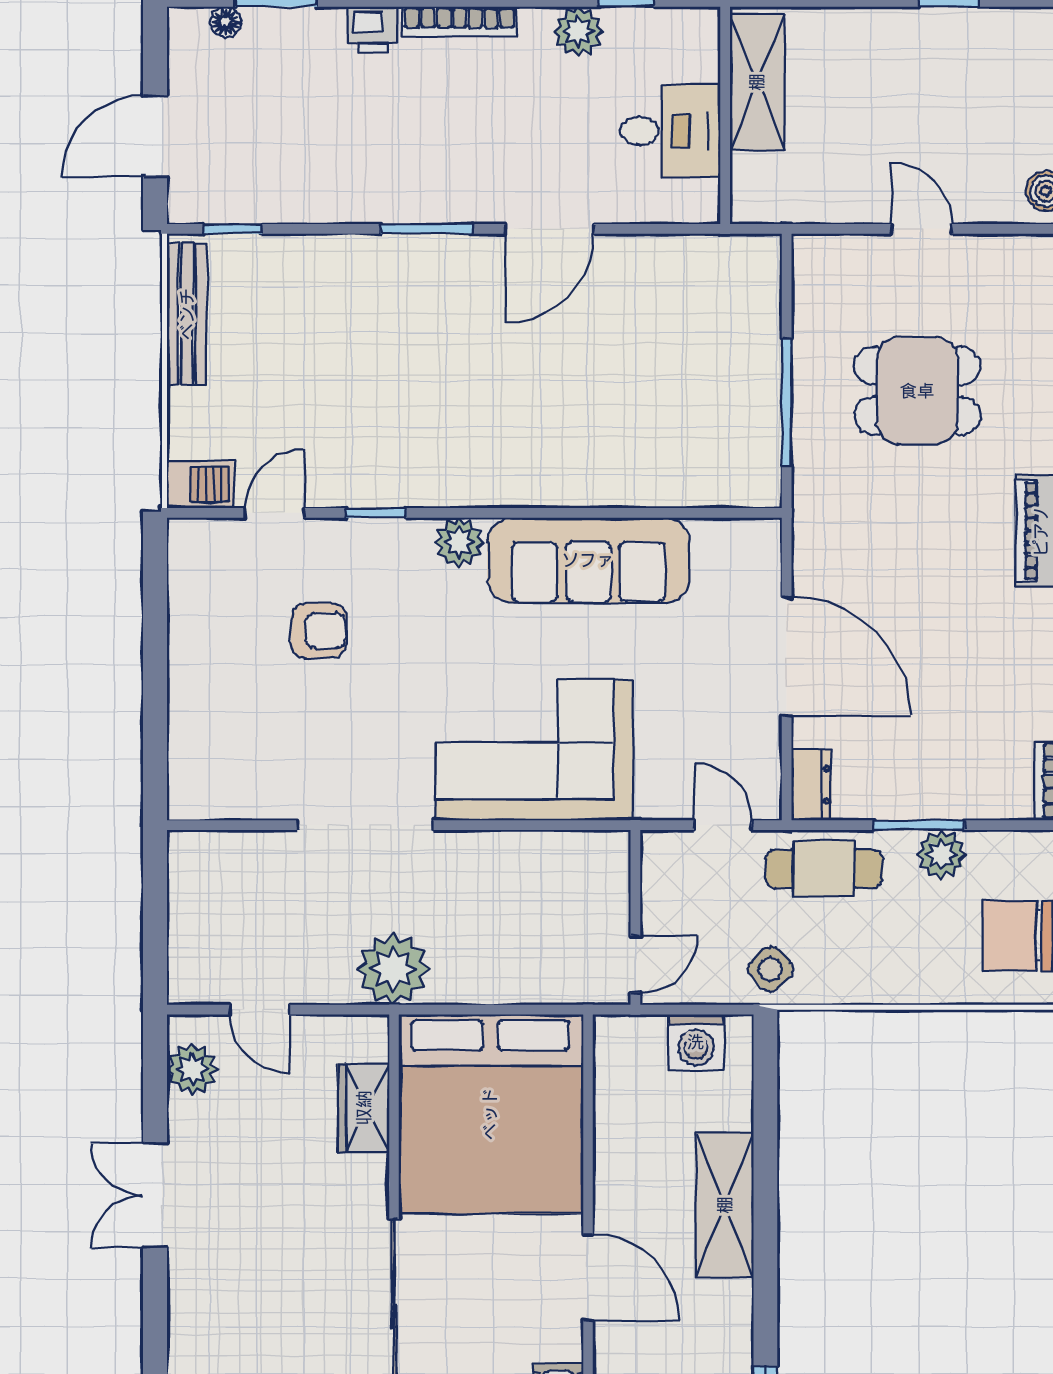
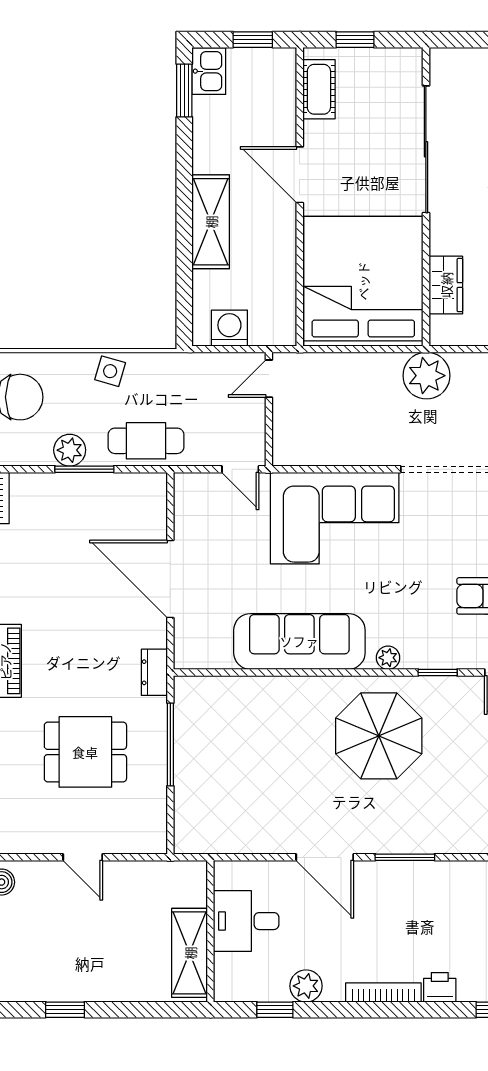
door: (549, 229) -> (325, 857), swing flipped
parasol: (467, 415) -> (379, 736), added
plant: (459, 542) -> (388, 658), width x0.73, depth x0.73
dresser: (811, 785) -> (154, 672), moved
door: (723, 825) -> (240, 469), moved
side table: (770, 969) -> (110, 371), moved, turned -31

